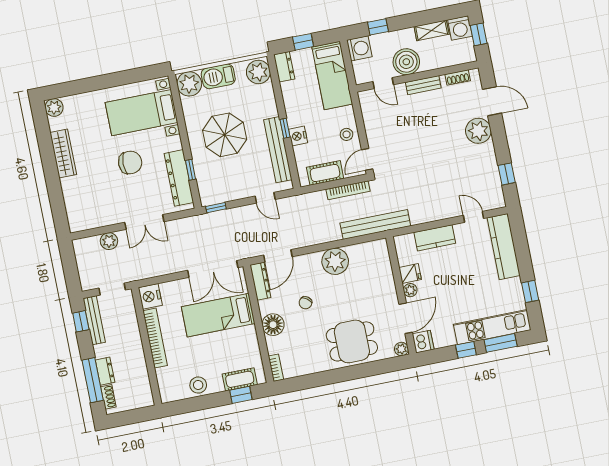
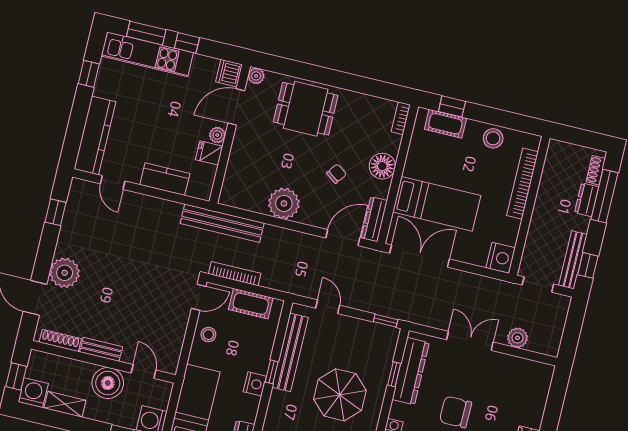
shoe rack: (458, 78) -> (60, 340), width x1.43
nightstand: (298, 136) -> (255, 384), moved
bookcase: (155, 338) -> (523, 184), moved

